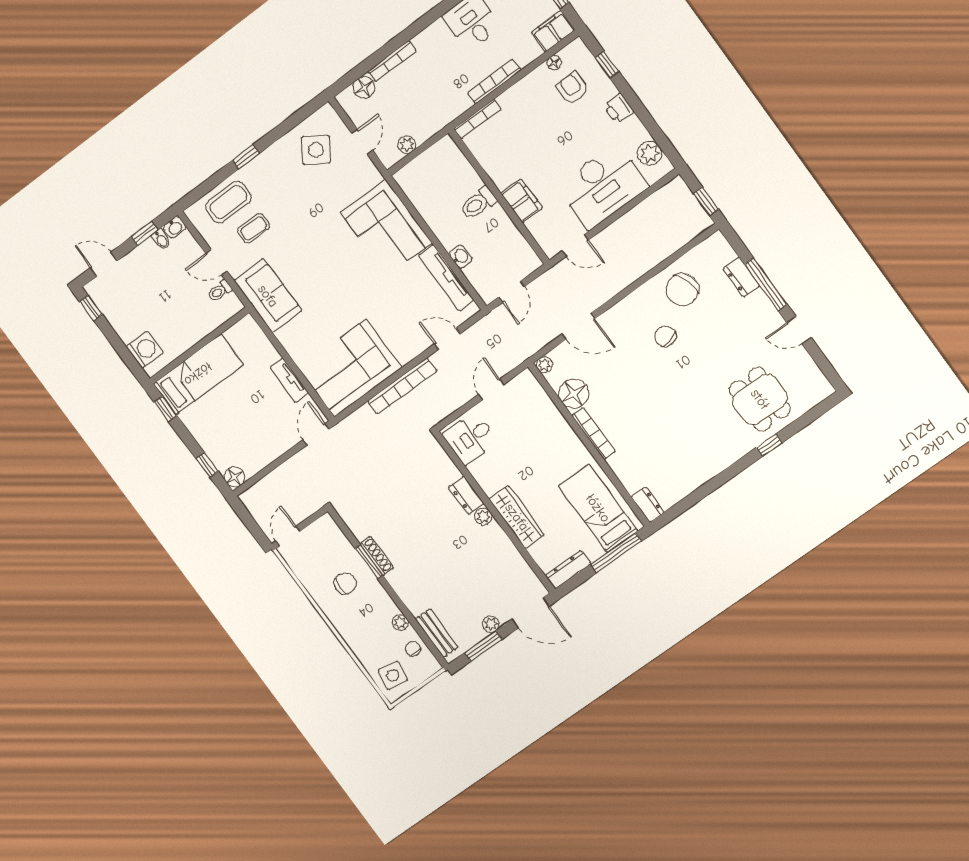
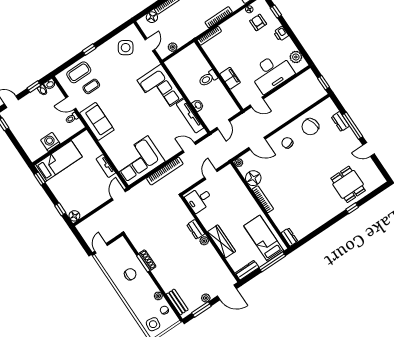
chair: (665, 336) -> (287, 143), moved
washing machine: (145, 350) -> (50, 142), moved, turned -90

